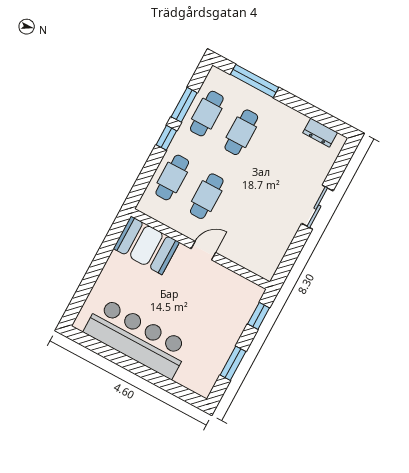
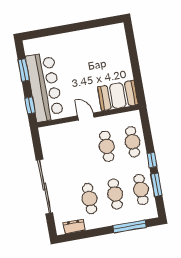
cafe table: (276, 151) -> (89, 199), added
sliding door: (317, 207) -> (44, 186), width x1.86
door: (203, 251) -> (86, 117), swing flipped
bar counter: (137, 338) -> (45, 87), moved, turned -90

